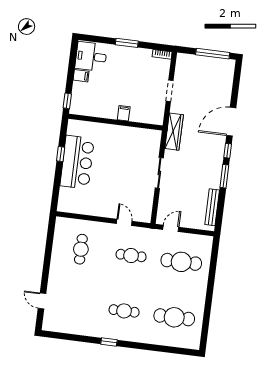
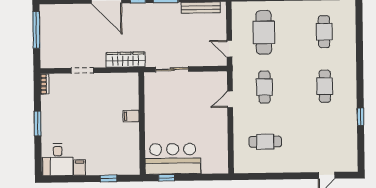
filing cabinet: (124, 113) -> (131, 116), moved
wall: (115, 122) -> (142, 124), moved
cafe table: (174, 317) -> (324, 32), width x0.73, depth x0.74
window: (109, 342) -> (360, 117), moved

